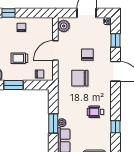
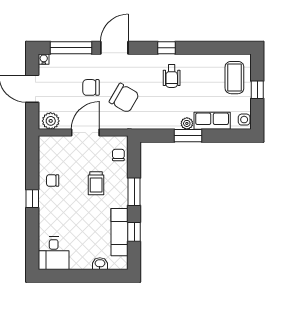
window: (116, 40) -> (71, 48), width x2.17
door: (55, 51) -> (85, 133), swing flipped
chair: (80, 78) -> (124, 98), turned -60
window: (116, 127) -> (166, 48), moved

